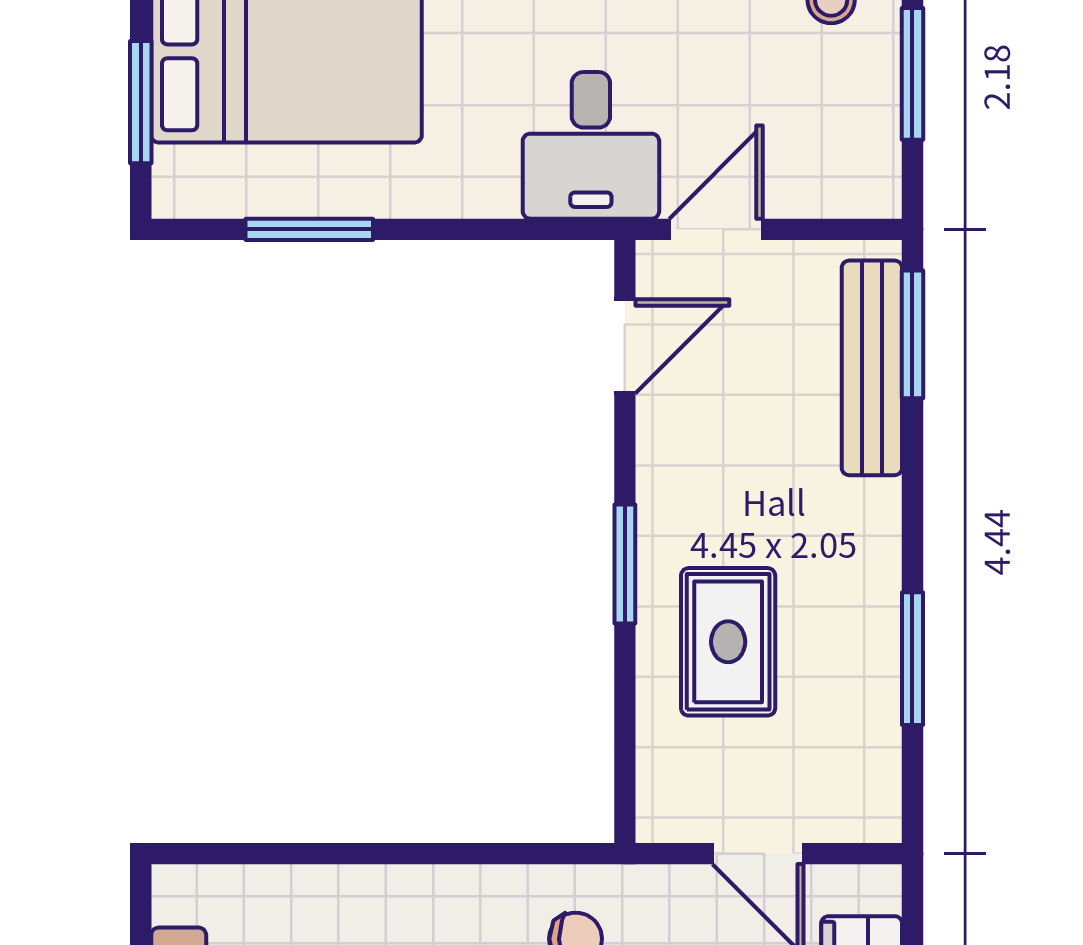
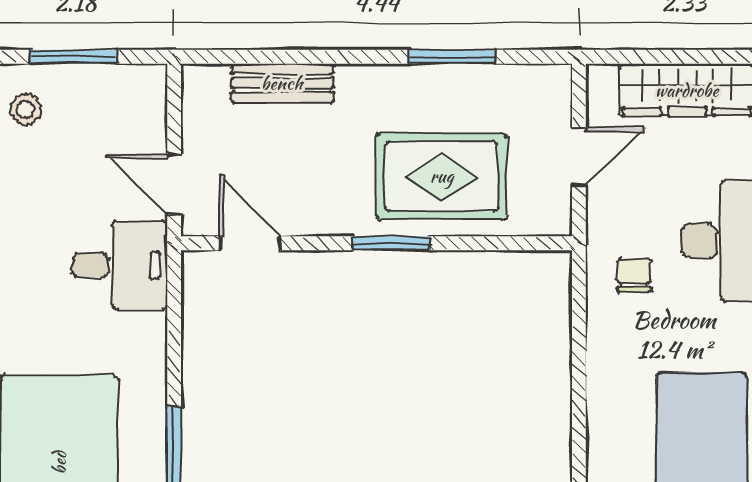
window: (912, 334) -> (242, 57), removed
bench: (872, 368) -> (282, 83), width x0.73
rug: (728, 642) -> (442, 176), width x1.36, depth x1.43

